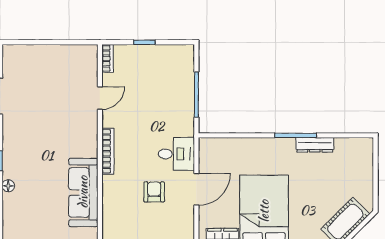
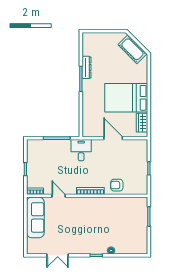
desk: (176, 154) -> (81, 150), moved
sofa: (83, 192) -> (35, 217), moved, turned -90
armchair: (154, 192) -> (117, 185), moved

